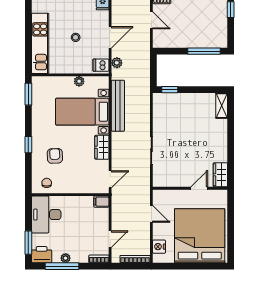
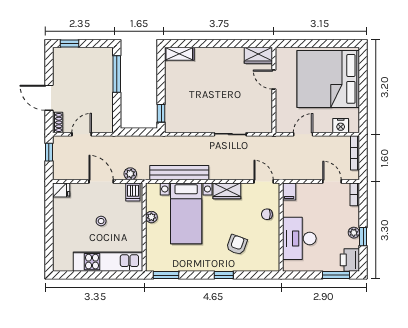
armchair: (55, 156) -> (237, 245), turned 113
chair: (47, 183) -> (267, 214), moved
desk: (46, 215) -> (299, 238), moved, turned 90
window: (62, 266) -> (363, 237), width x0.46

